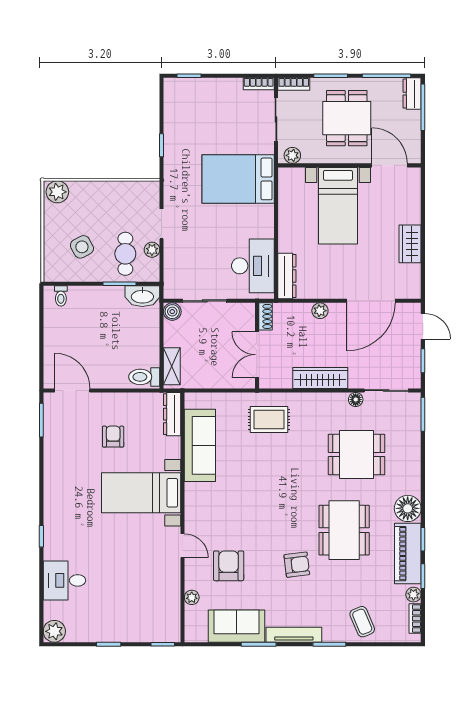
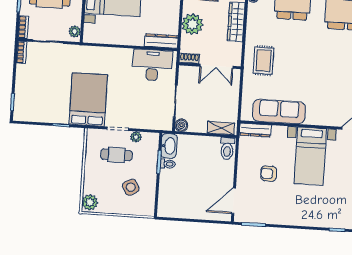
bed: (238, 179) -> (88, 100), moved, turned 180
cafe table: (125, 254) -> (116, 155), moved
toilet: (61, 296) -> (168, 164), moved
plant: (320, 311) -> (192, 24), width x1.88, depth x1.88

